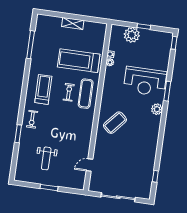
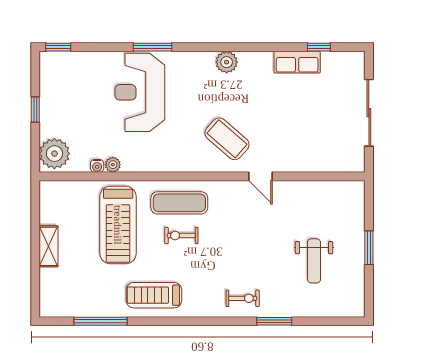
plant: (132, 35) -> (54, 154), moved
reception desk: (145, 81) -> (140, 92), turned 180
treadmill: (43, 89) -> (154, 295), moved
plant: (157, 109) -> (227, 62), moved
weight bench: (46, 158) -> (314, 261), turned 90
row of seats: (149, 164) -> (297, 62), added
door: (89, 165) -> (261, 176), moved

